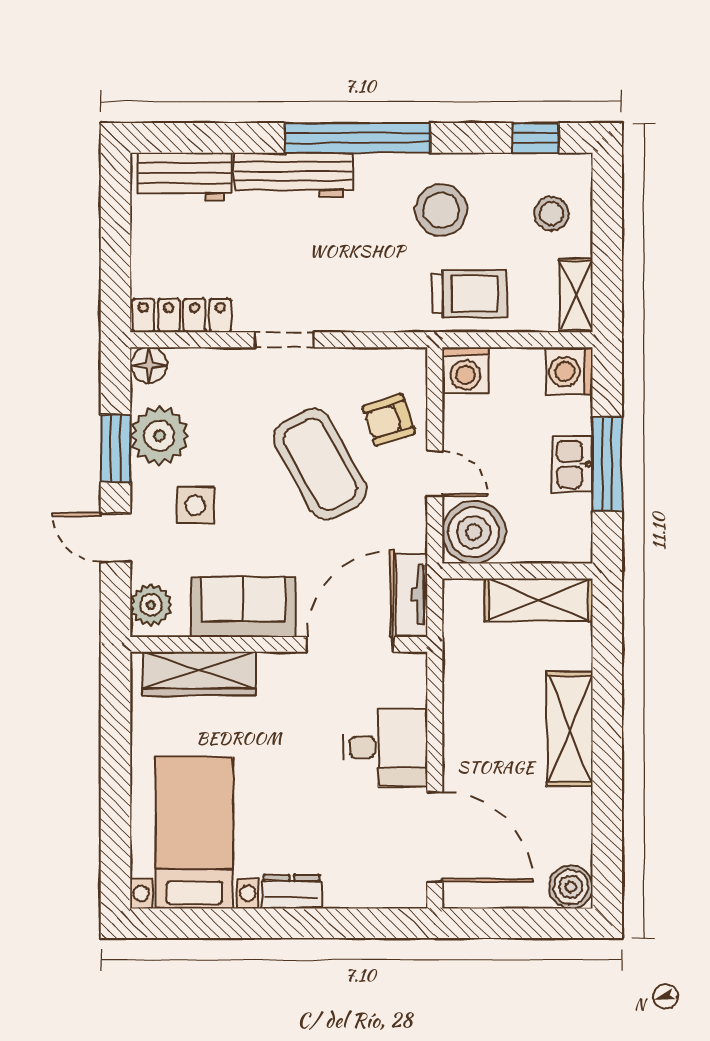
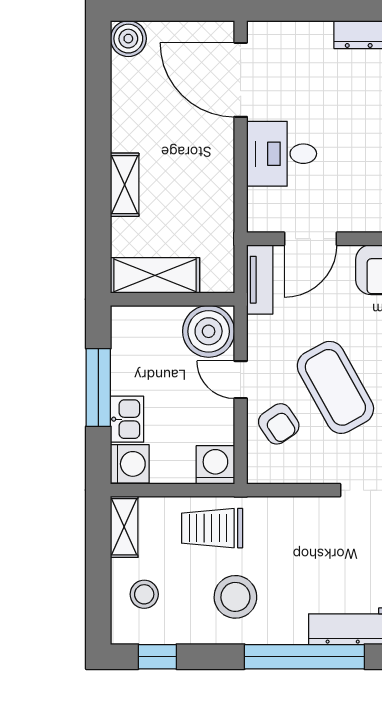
armchair: (389, 420) -> (279, 424), turned 74
kitchen sink: (572, 464) -> (127, 419), moved
door: (350, 644) -> (311, 239), width x0.73
shelving: (570, 729) -> (125, 185), width x0.67, depth x0.75

